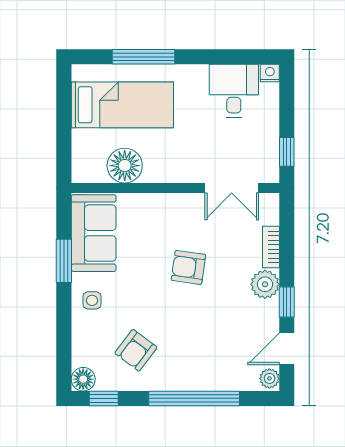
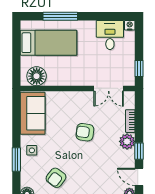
floor lamp: (125, 166) -> (37, 76), moved
window: (64, 261) -> (16, 159), moved
door: (287, 349) -> (139, 177), hinge flipped

